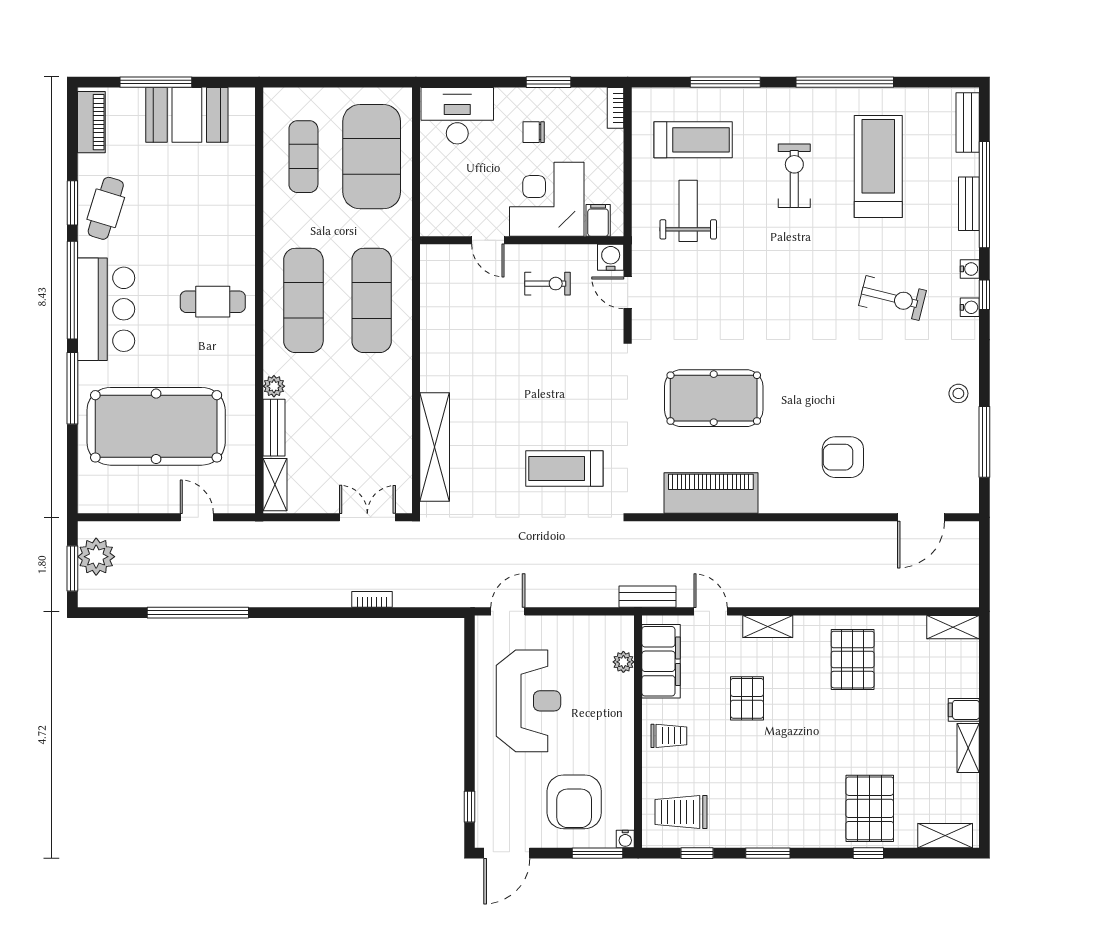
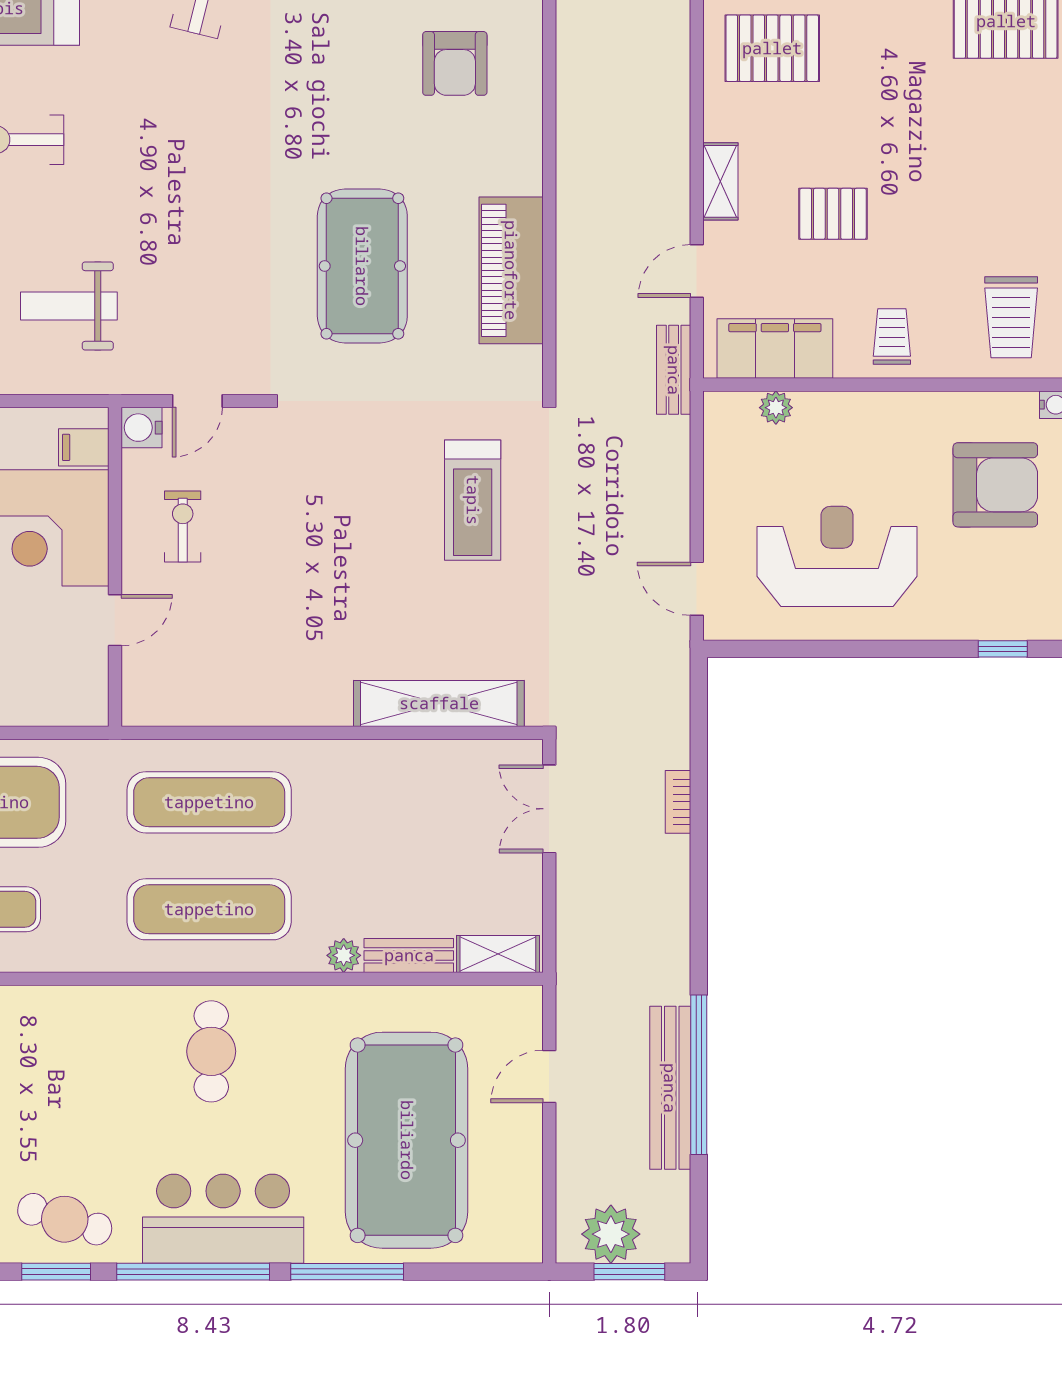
bench: (190, 595) -> (670, 1088), added

